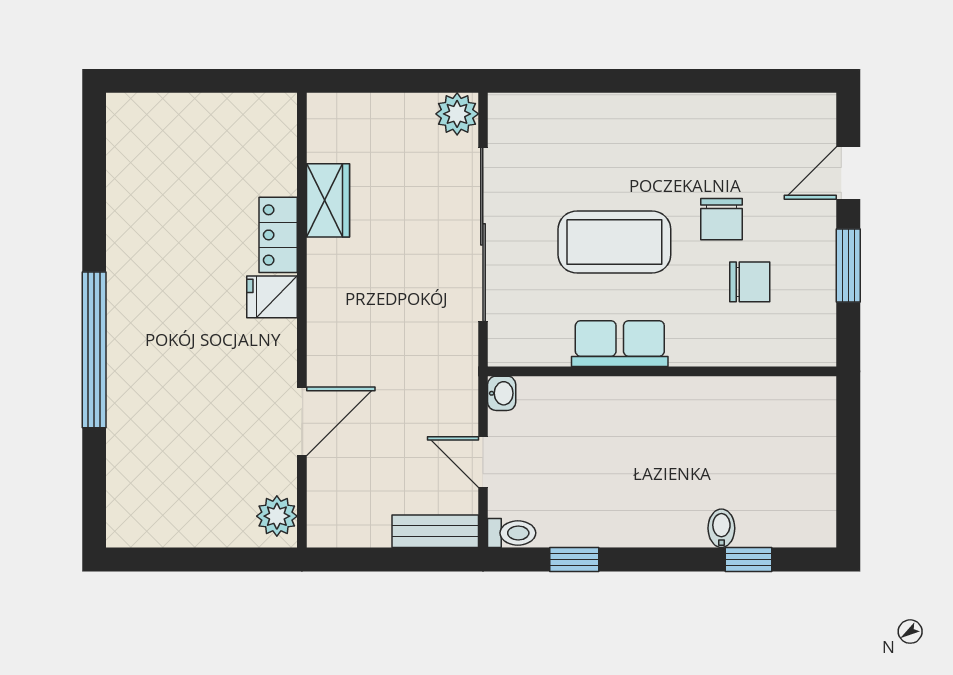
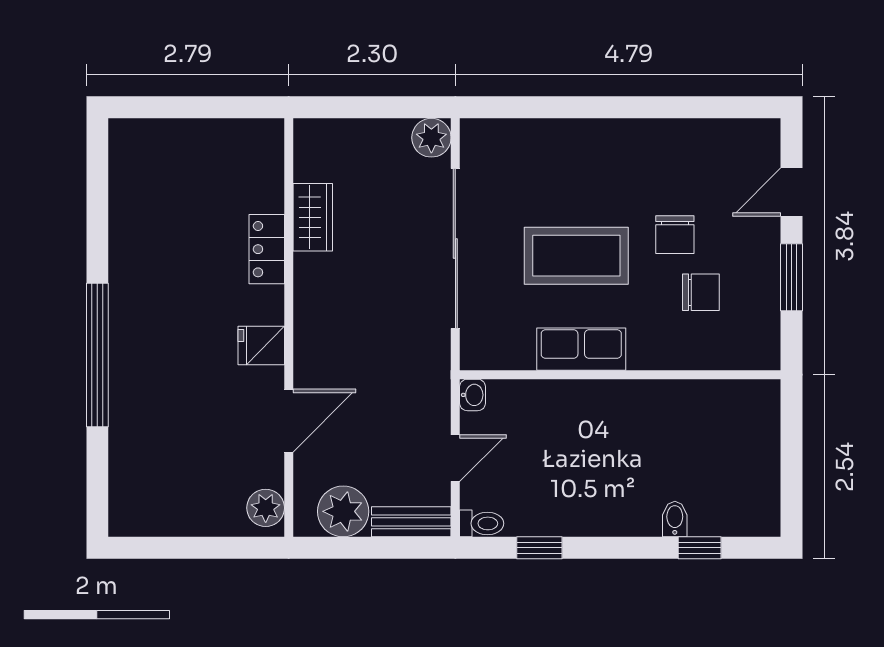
fridge: (272, 297) -> (261, 346), moved
door: (483, 462) -> (455, 458), swing flipped
plant: (361, 520) -> (343, 511), added

